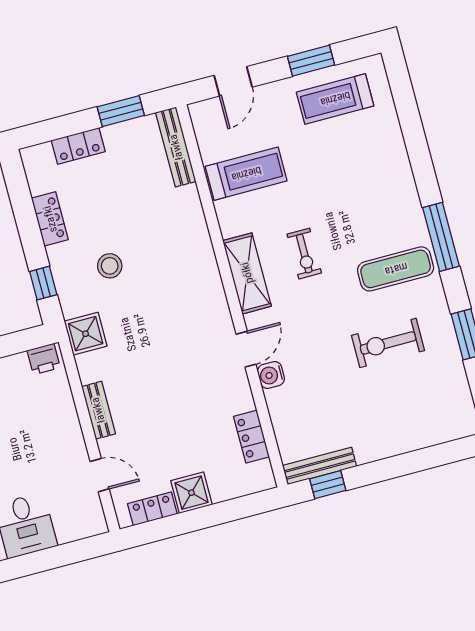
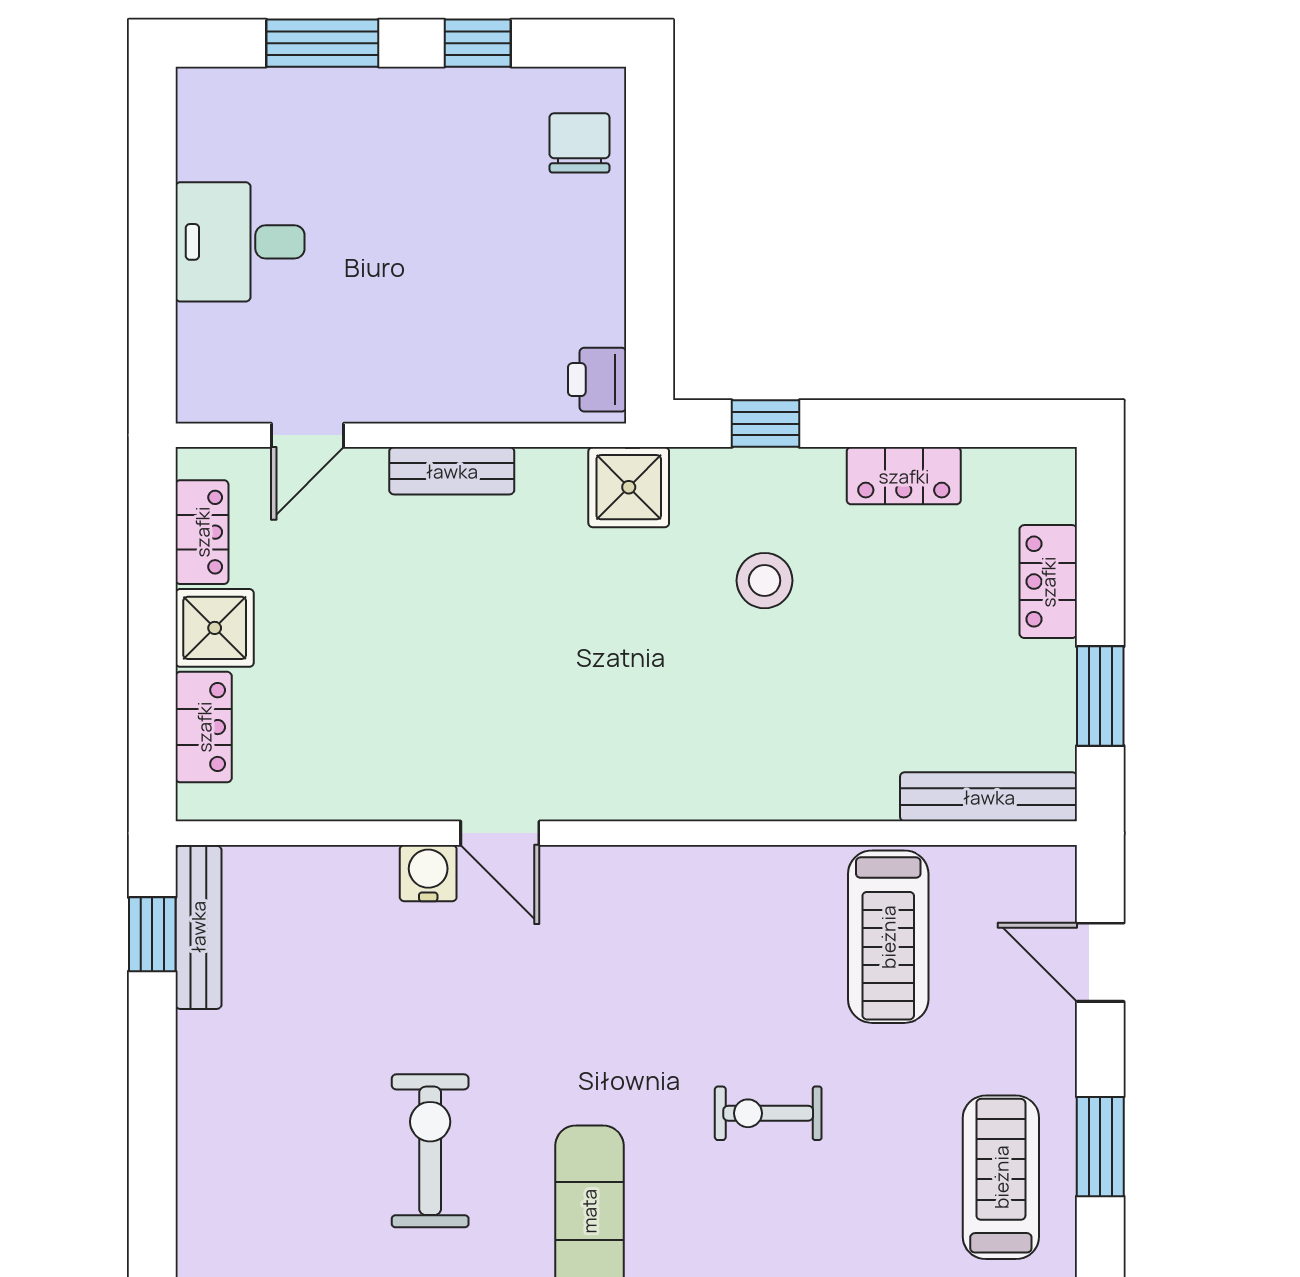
exercise bike: (304, 254) -> (768, 1113), moved
shelving: (247, 273) -> (667, 880), removed
locker: (251, 437) -> (204, 727), moved, turned 90

